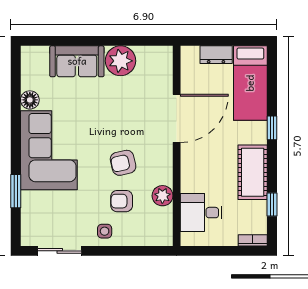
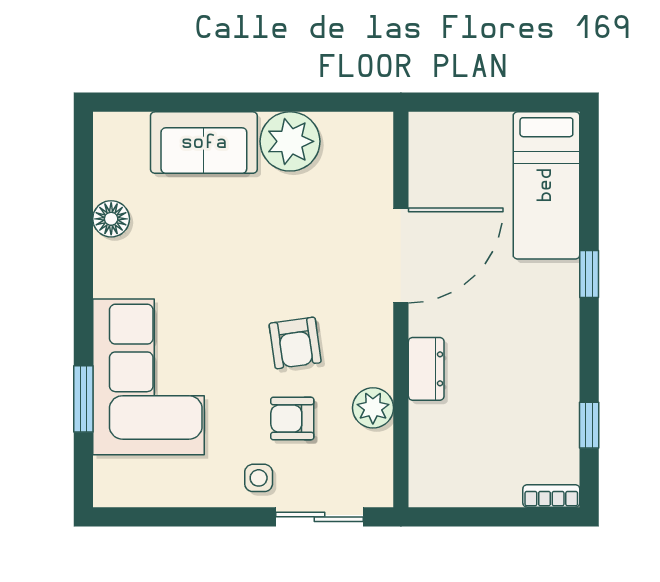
dresser: (216, 55) -> (426, 369), moved, turned -90
corner sofa: (49, 150) -> (149, 377), moved
armchair: (123, 163) -> (295, 343), turned -85
cot: (253, 172) -> (551, 362), removed
desk: (201, 213) -> (449, 441), removed
sliding door: (60, 251) -> (320, 517), moved

